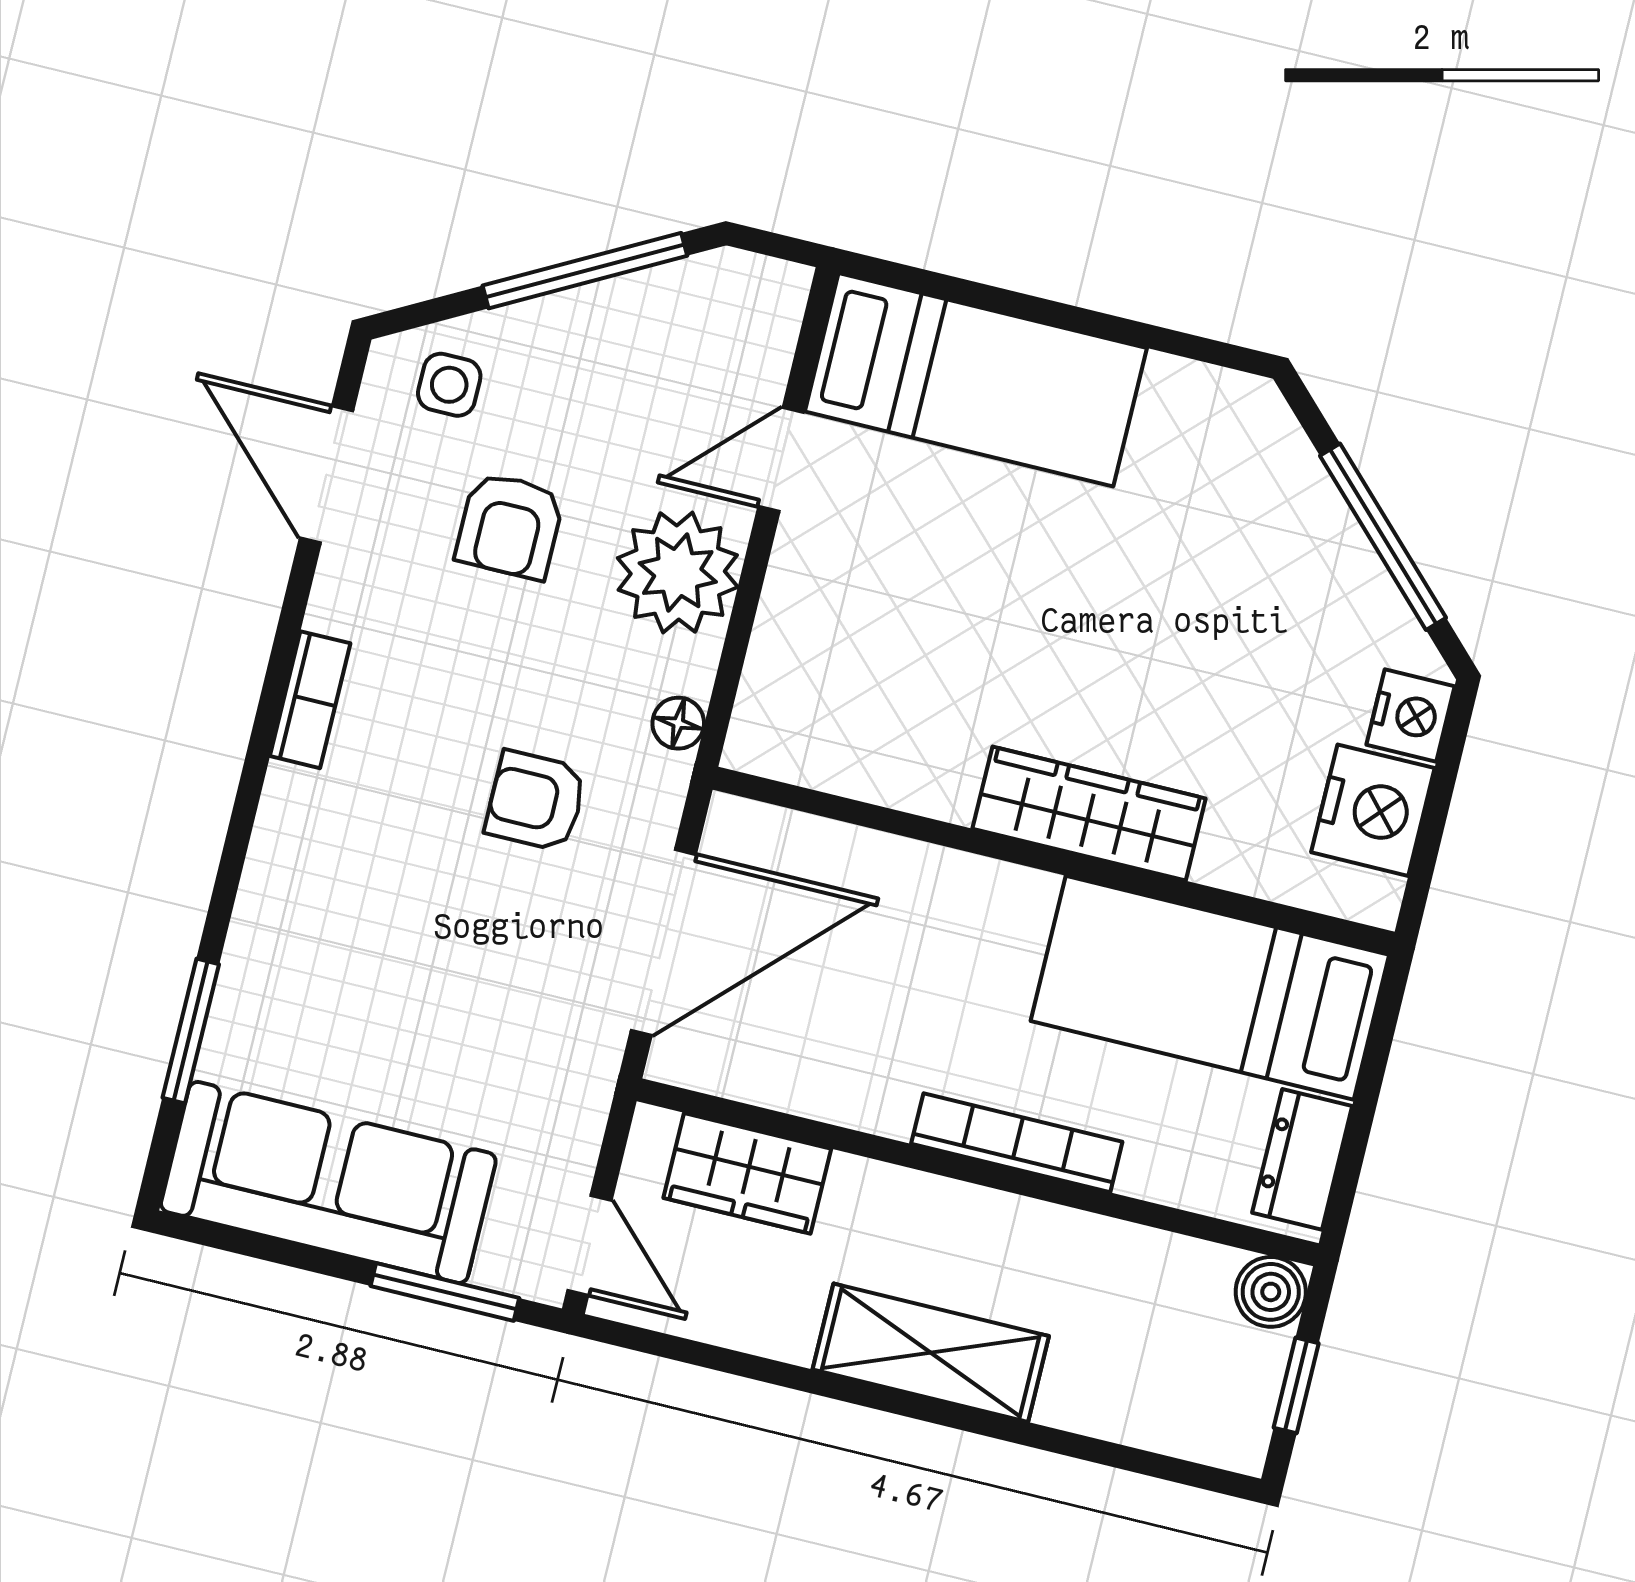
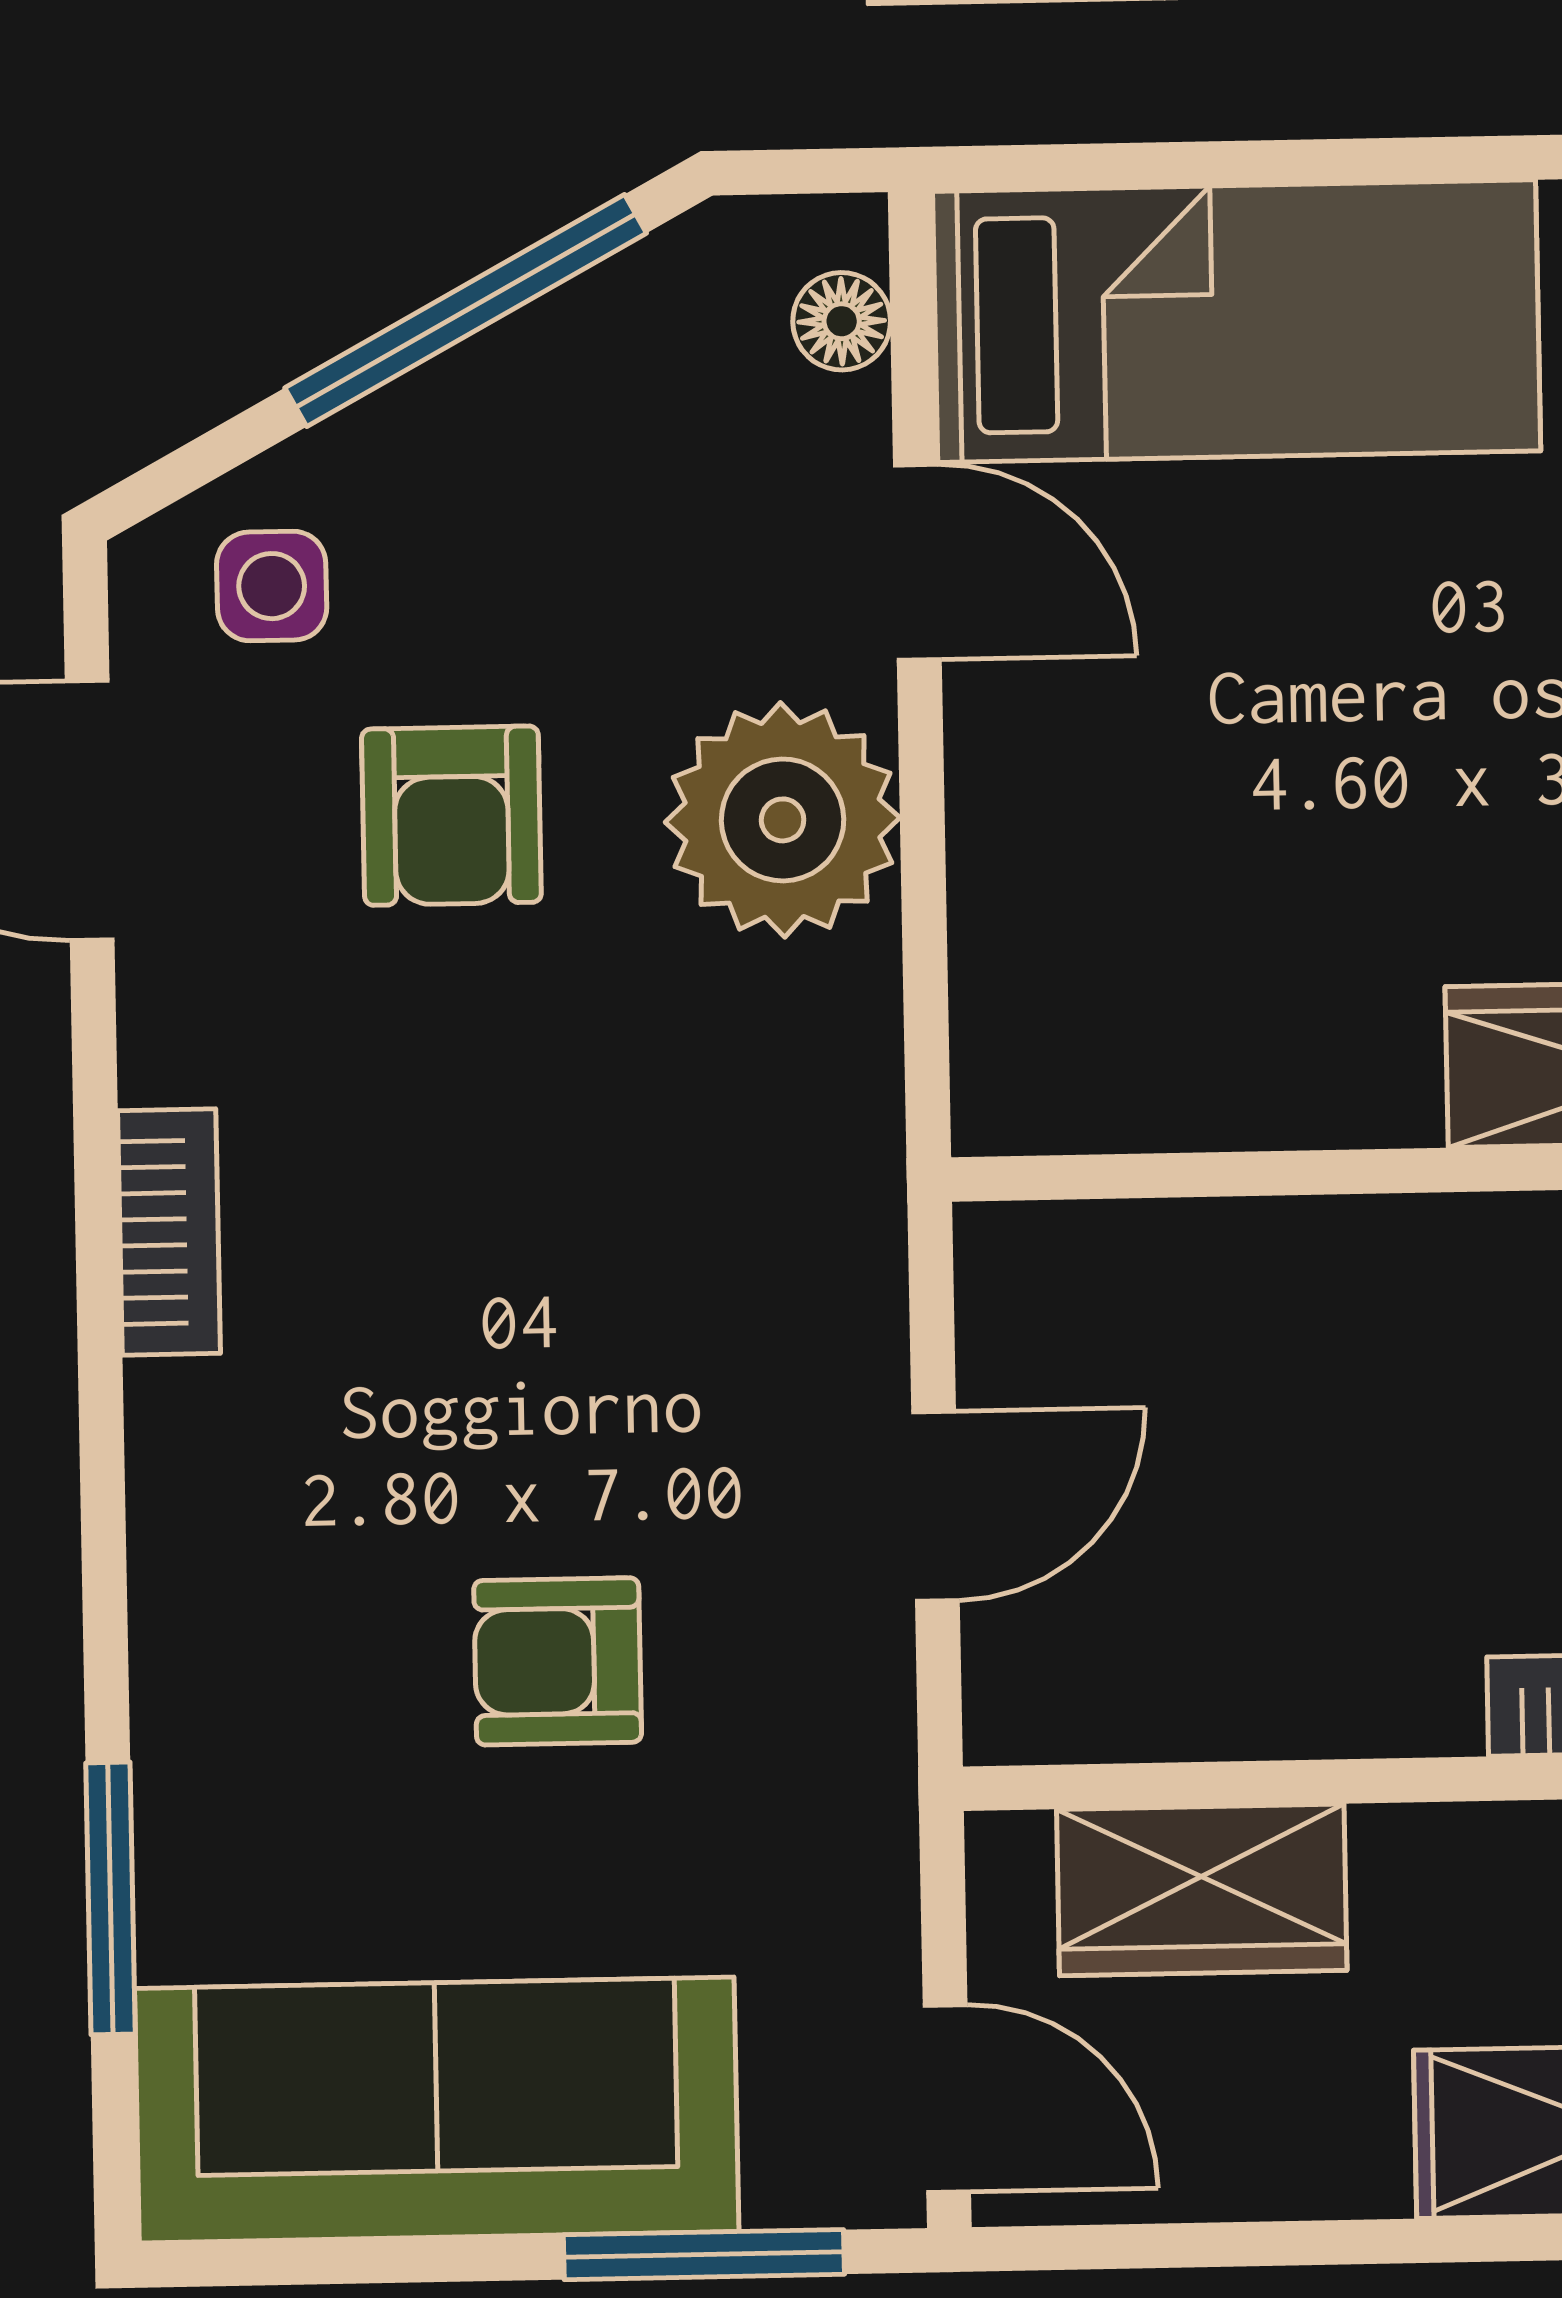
door: (781, 459) -> (917, 562), swing flipped
floor lamp: (678, 723) -> (842, 321), moved
armchair: (536, 801) -> (558, 1661), moved
door: (663, 942) -> (936, 1506), width x0.53

